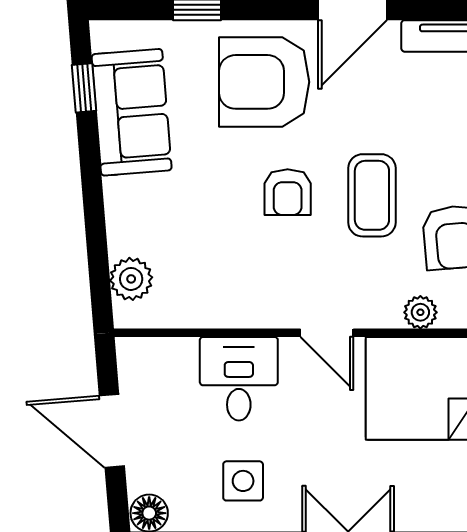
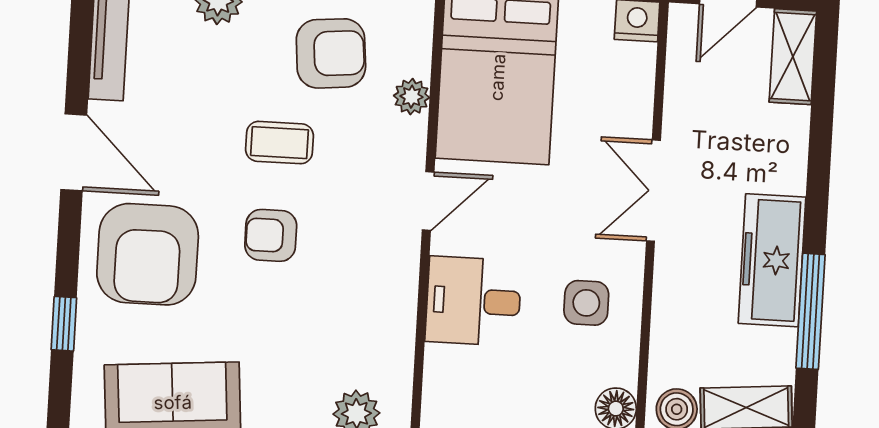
armchair: (288, 192) -> (271, 235), turned 180
coffee table: (372, 195) -> (279, 143), width x0.73, depth x0.77

